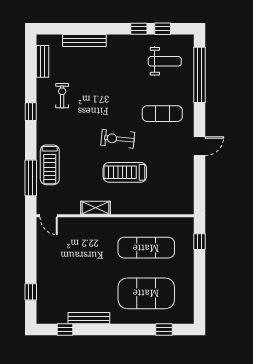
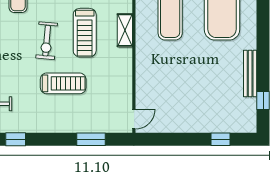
treadmill: (50, 165) -> (63, 83), moved
window: (31, 178) -> (91, 139), width x0.69
shelving: (96, 208) -> (125, 30), moved

